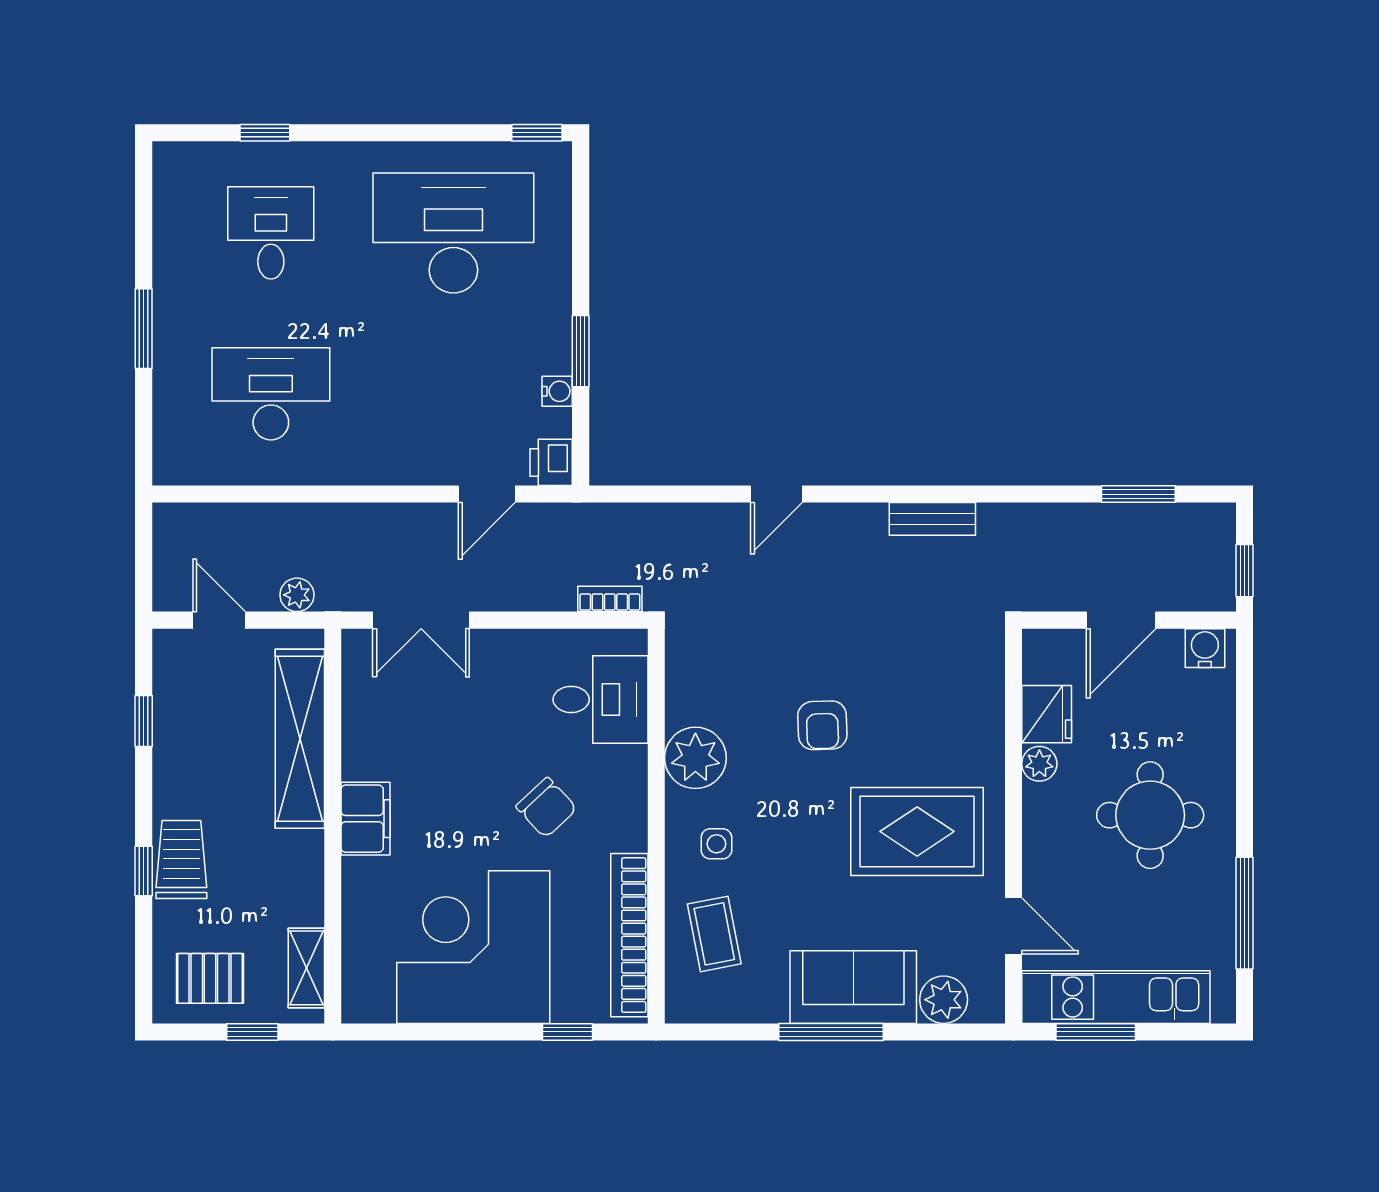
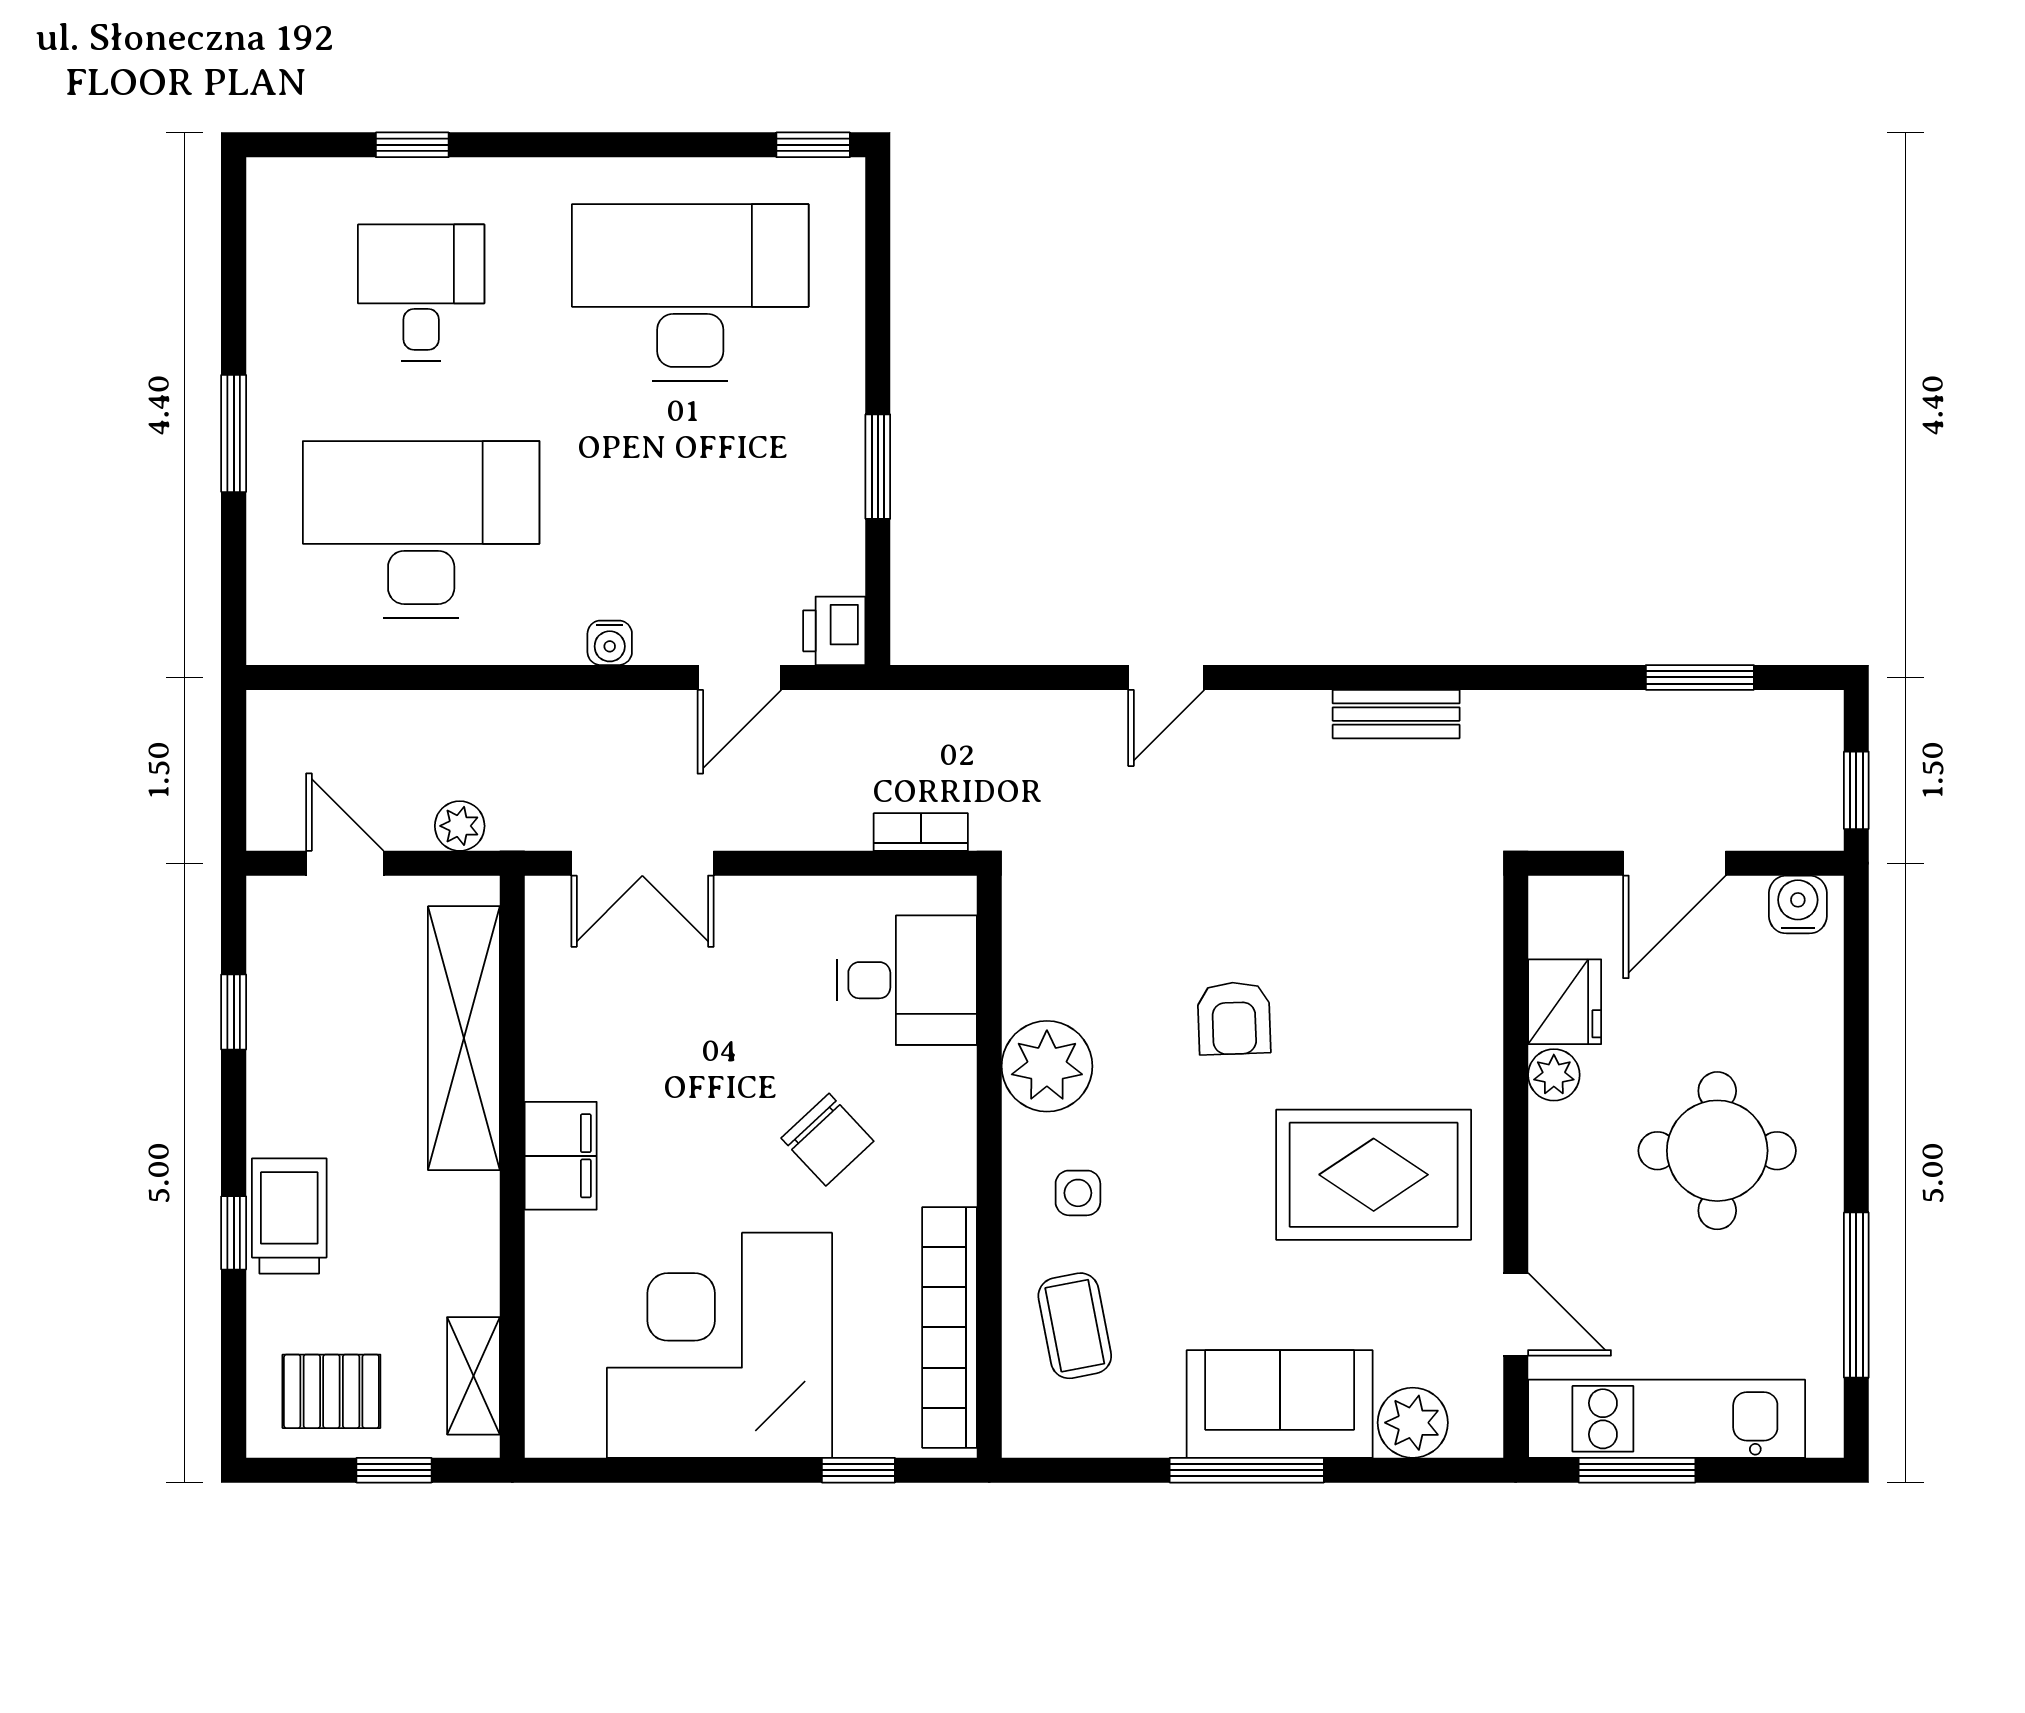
water cooler: (557, 391) -> (610, 643), moved, turned 90
desk: (271, 394) -> (421, 530), width x1.36, depth x1.30

